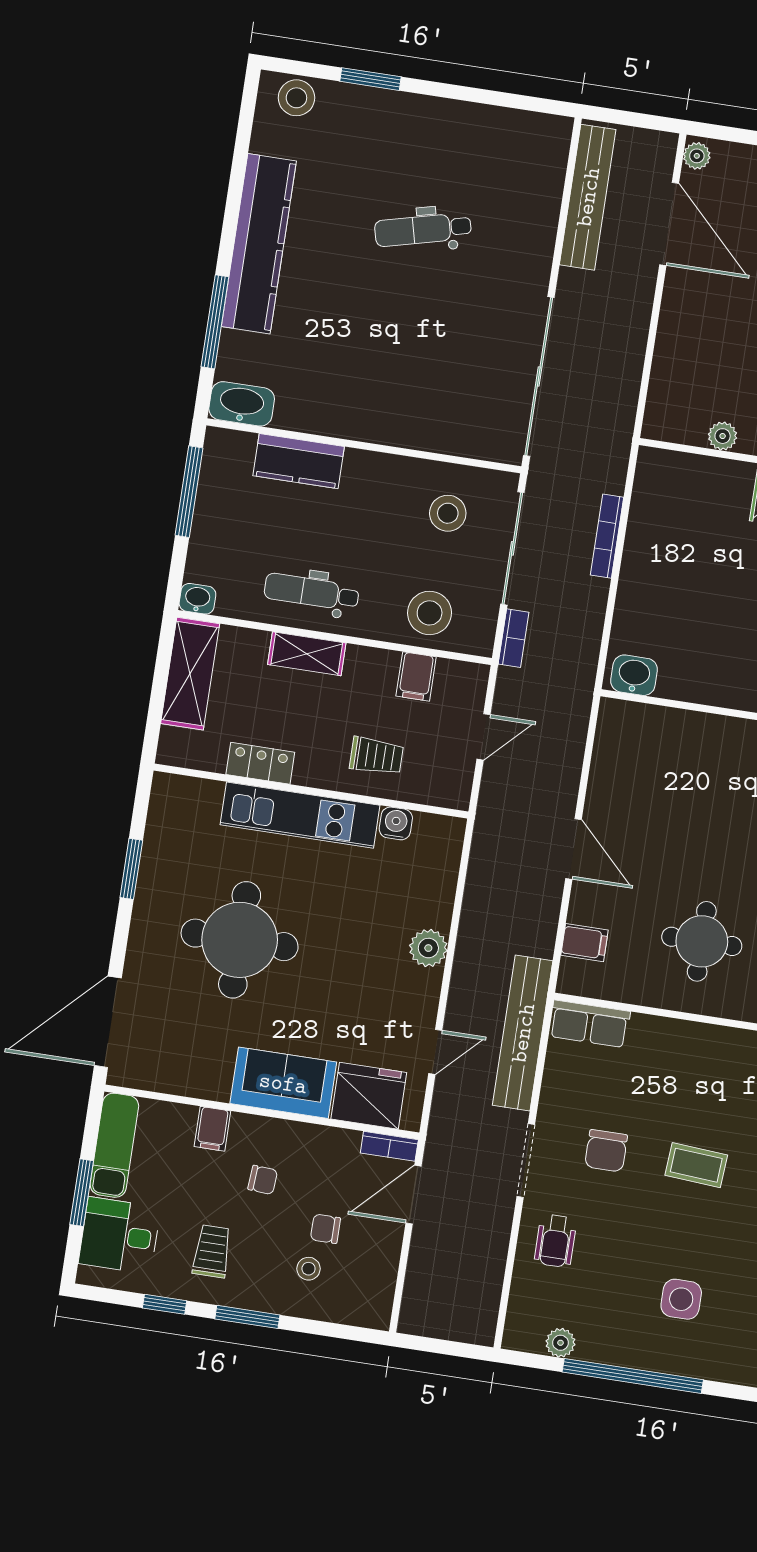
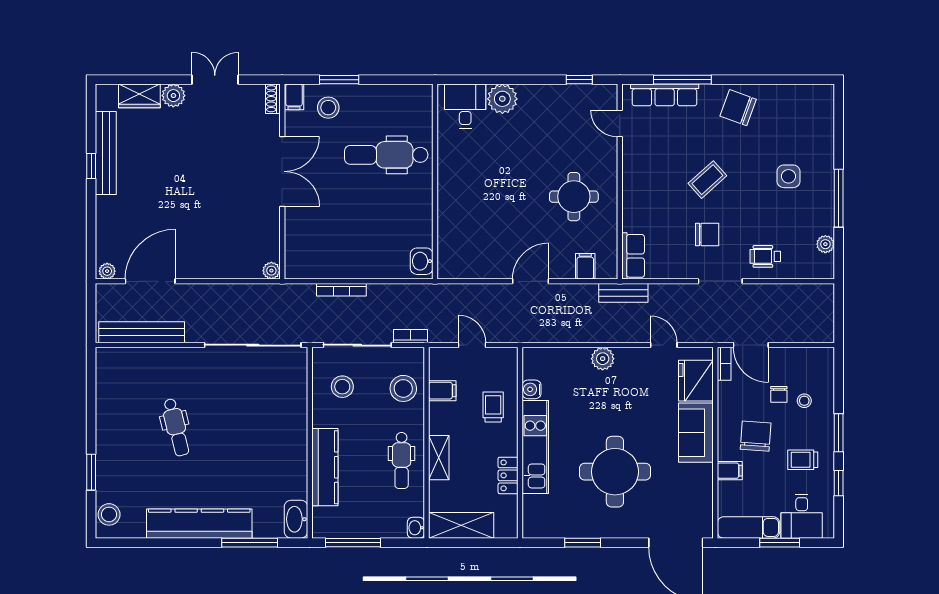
plant: (723, 436) -> (271, 271), moved
kitchen counter: (299, 461) -> (325, 467), width x1.50
bench: (523, 1033) -> (623, 293), width x0.54, depth x0.82
coffee table: (696, 1165) -> (707, 180), turned 44
chair: (263, 1180) -> (756, 436), width x1.87, depth x1.87
wheelchair: (555, 1241) -> (765, 256), turned 180
window: (633, 1376) -> (839, 198), width x0.68

